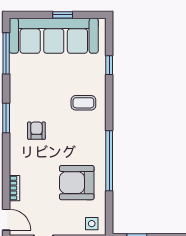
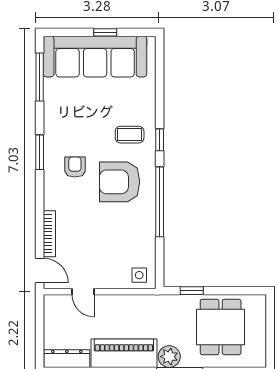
window: (109, 65) -> (160, 140), moved
armchair: (77, 183) -> (120, 182), moved
bookcase: (15, 188) -> (49, 234), width x1.56

